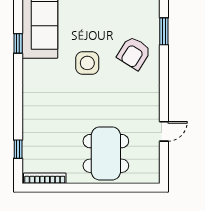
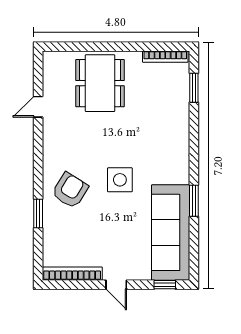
window: (18, 43) -> (194, 201), width x1.50
window: (18, 149) -> (194, 88), width x1.50

